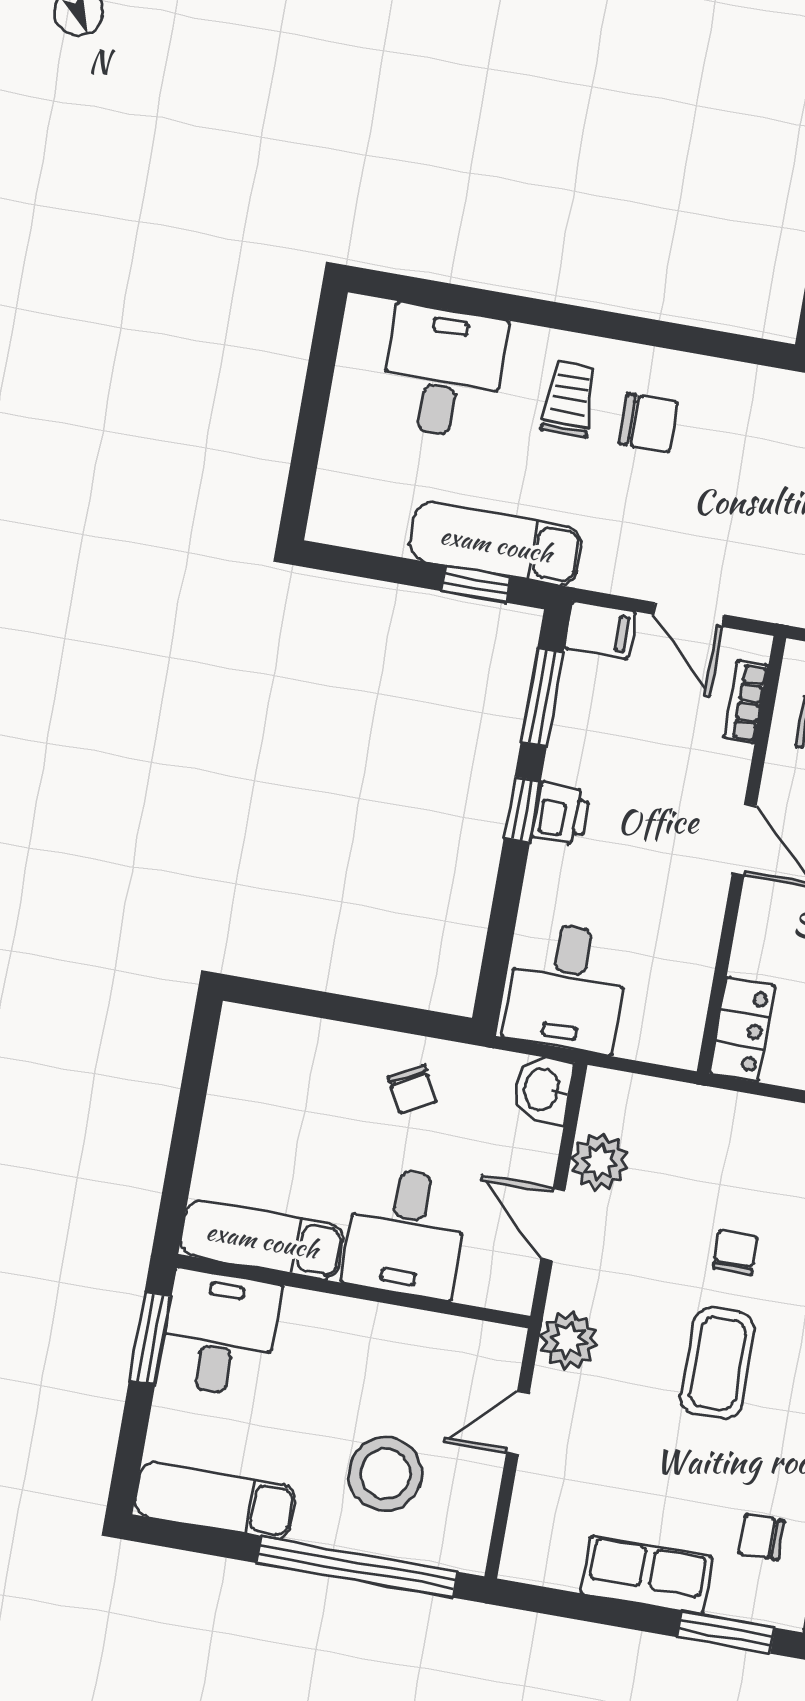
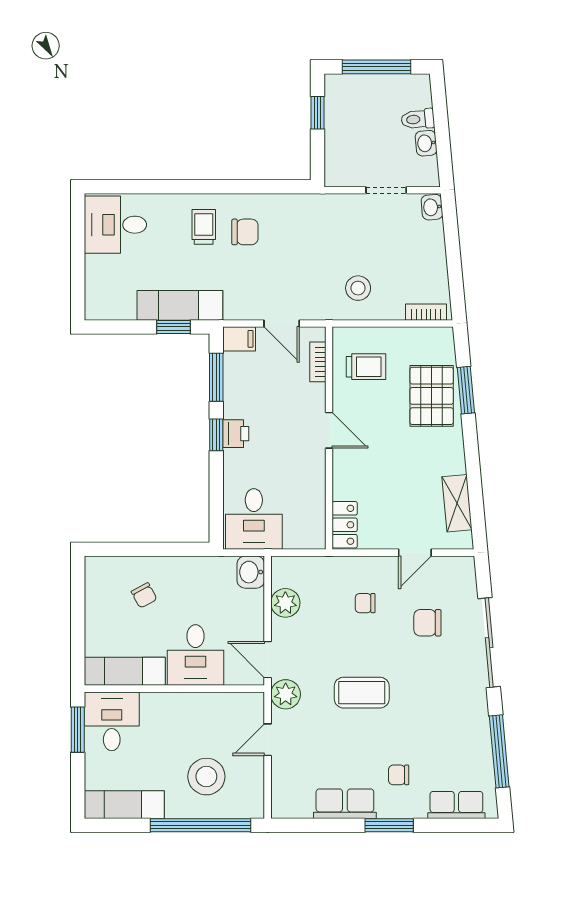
desk: (443, 372) -> (115, 225), moved, turned -90
chair: (412, 1089) -> (144, 595), moved
door: (553, 1224) -> (268, 660), moved
chair: (735, 1253) -> (365, 603), moved, turned -90
coffee table: (718, 1363) -> (362, 693), turned 90

